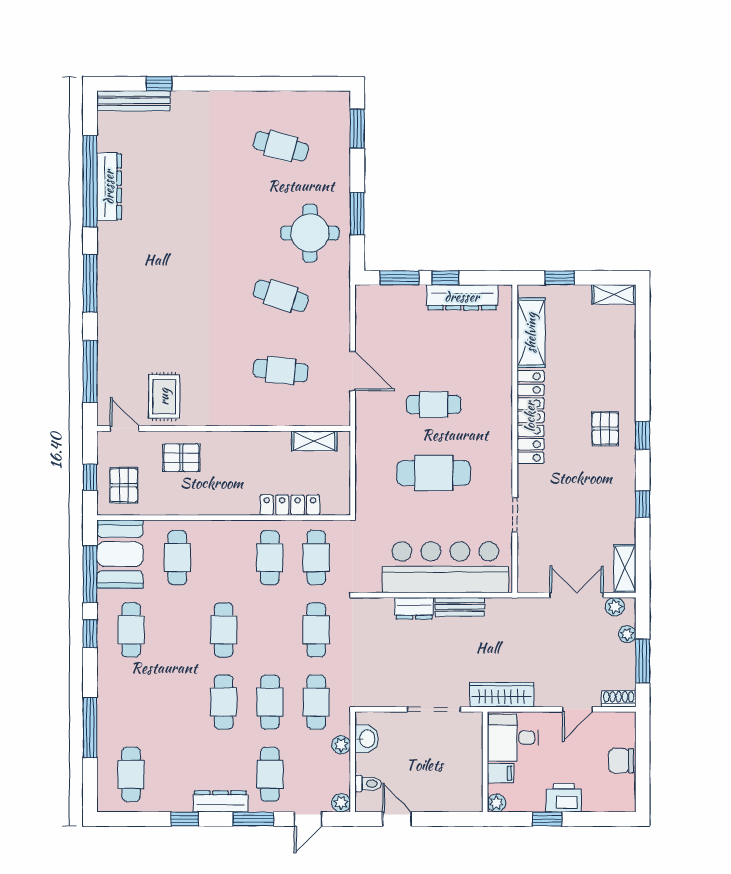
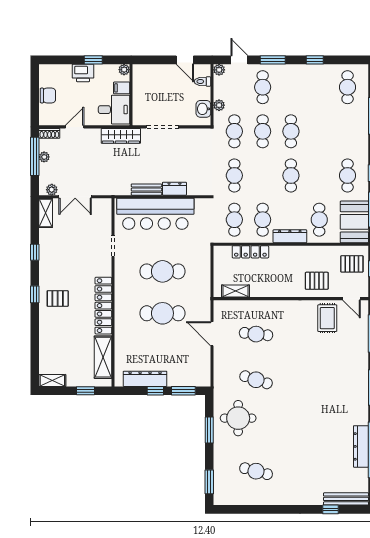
cafe table: (434, 405) -> (162, 313), width x1.37, depth x1.35
pallet: (605, 429) -> (58, 298), turned 90
pallet: (124, 485) -> (352, 264), turned 90
plant: (627, 634) -> (44, 157), moved
window: (643, 661) -> (35, 156), width x1.44
dresser: (220, 801) -> (290, 236), moved, turned 180
door: (308, 819) -> (239, 60), hinge flipped

